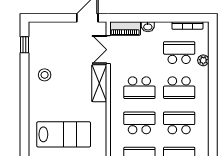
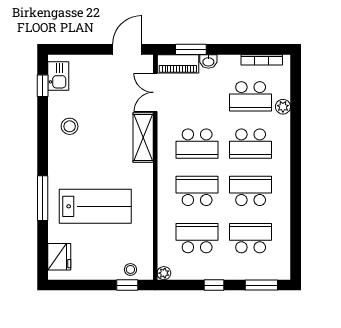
window: (135, 18) -> (191, 49), added
kitchen sink: (36, 38) -> (58, 76), added
school desk: (179, 53) -> (251, 96), turned 180
window: (25, 128) -> (43, 198), added

